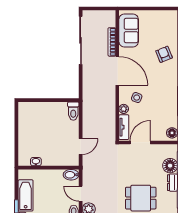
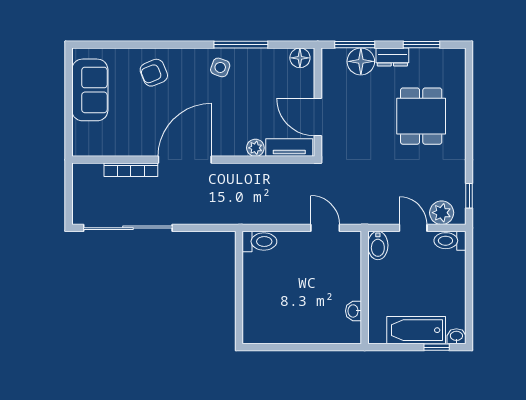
sofa: (129, 30) -> (90, 90), moved, turned 90
side table: (137, 98) -> (220, 67), moved
door: (81, 194) -> (413, 228), swing flipped

